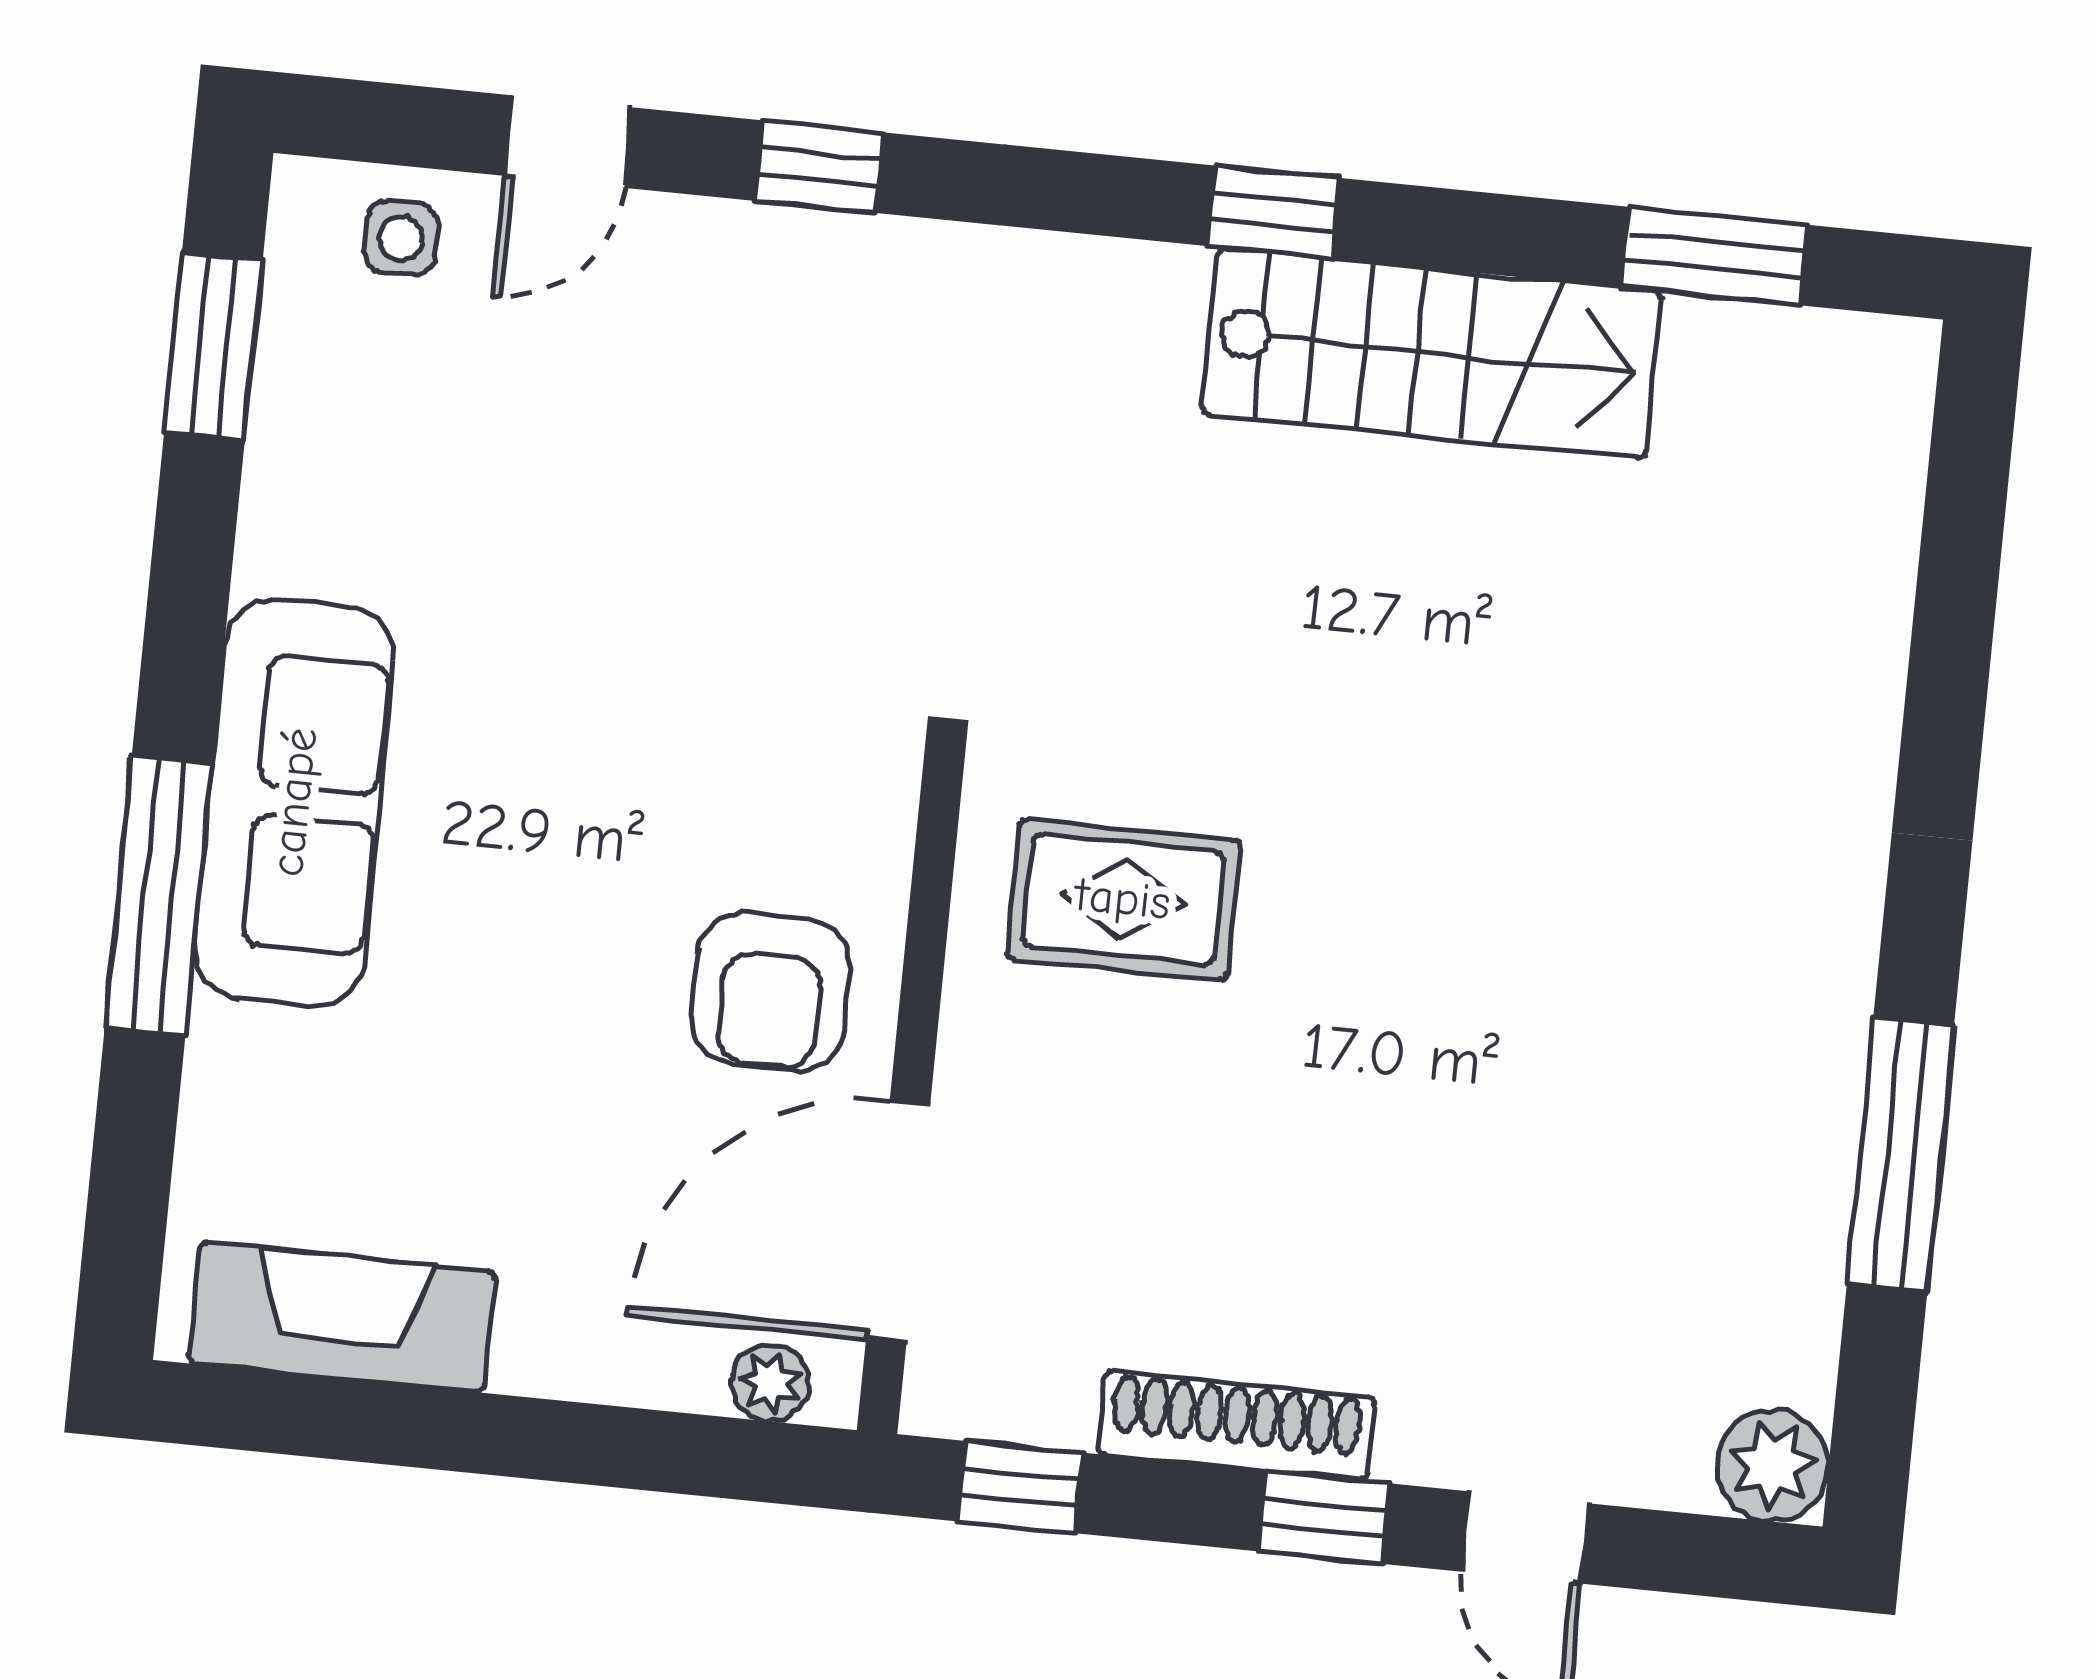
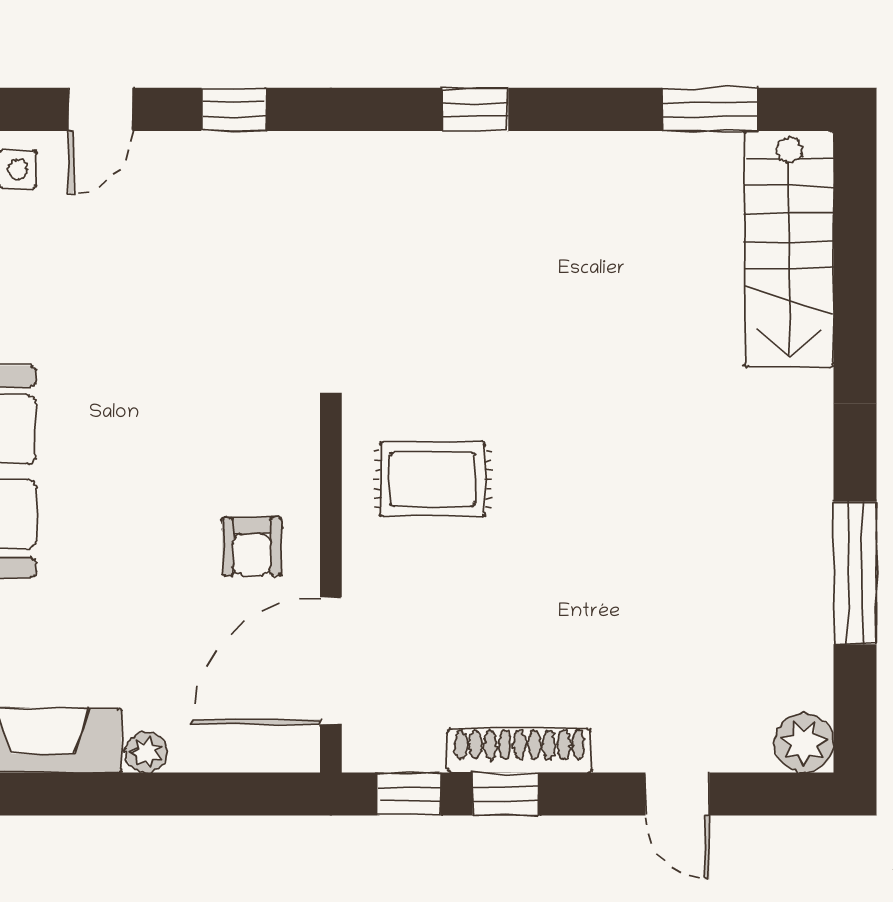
stairs: (1432, 353) -> (789, 249), moved, turned 90
armchair: (771, 992) -> (252, 546), width x0.72, depth x0.72
plant: (770, 1383) -> (146, 752), moved
window: (1324, 1517) -> (506, 794), moved

